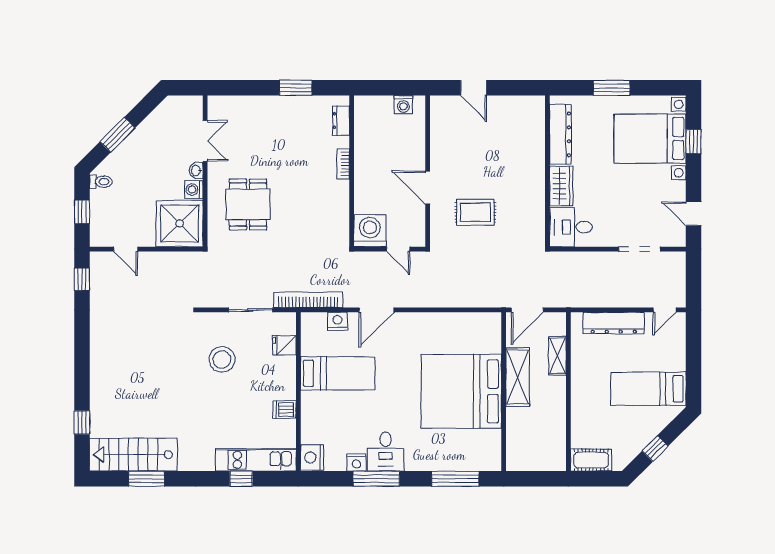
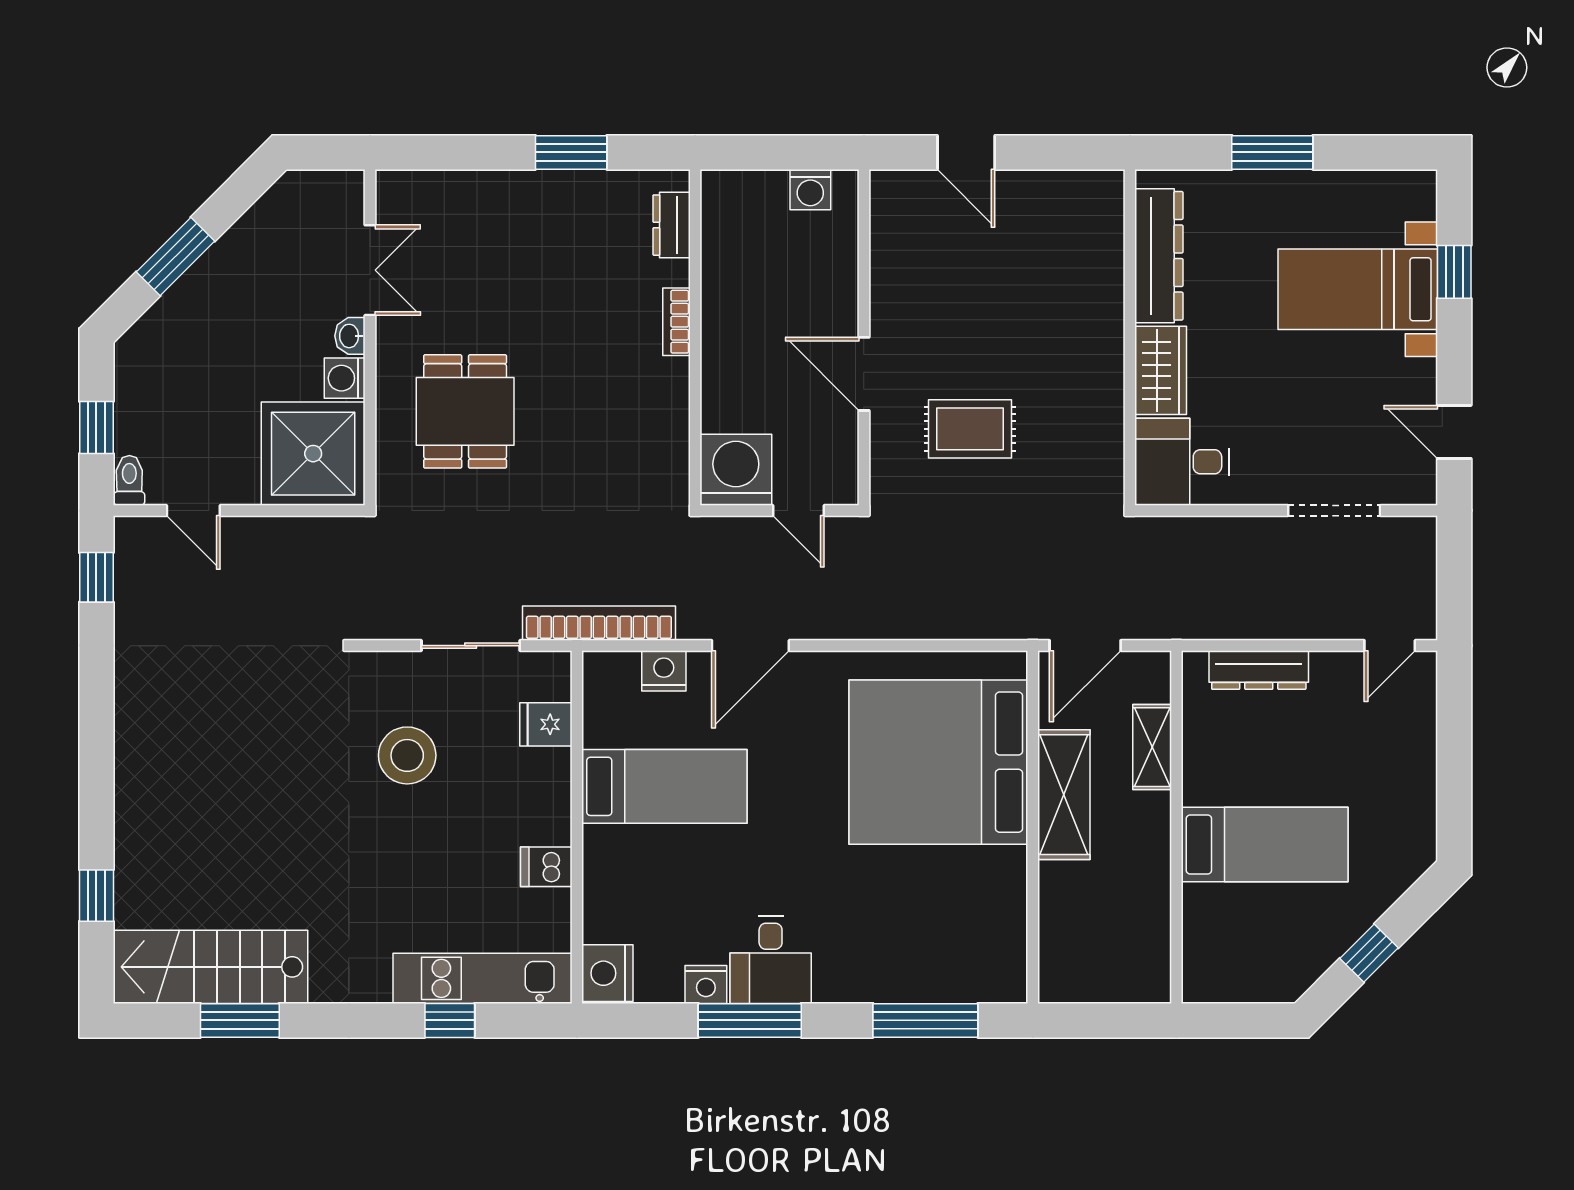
bed with nightstands: (650, 139) -> (1358, 289), width x0.73
toilet: (101, 182) -> (129, 480), moved, turned -90
dresser: (614, 323) -> (1259, 670), width x0.73, depth x0.80
bed: (648, 389) -> (1265, 844), moved, turned 180
bed: (461, 391) -> (938, 762), moved
cot: (591, 460) -> (1227, 979), removed

